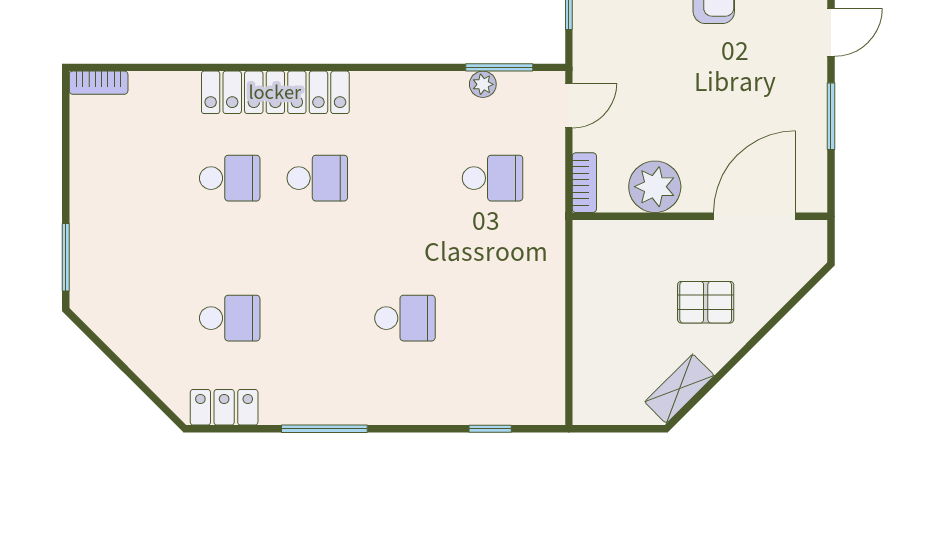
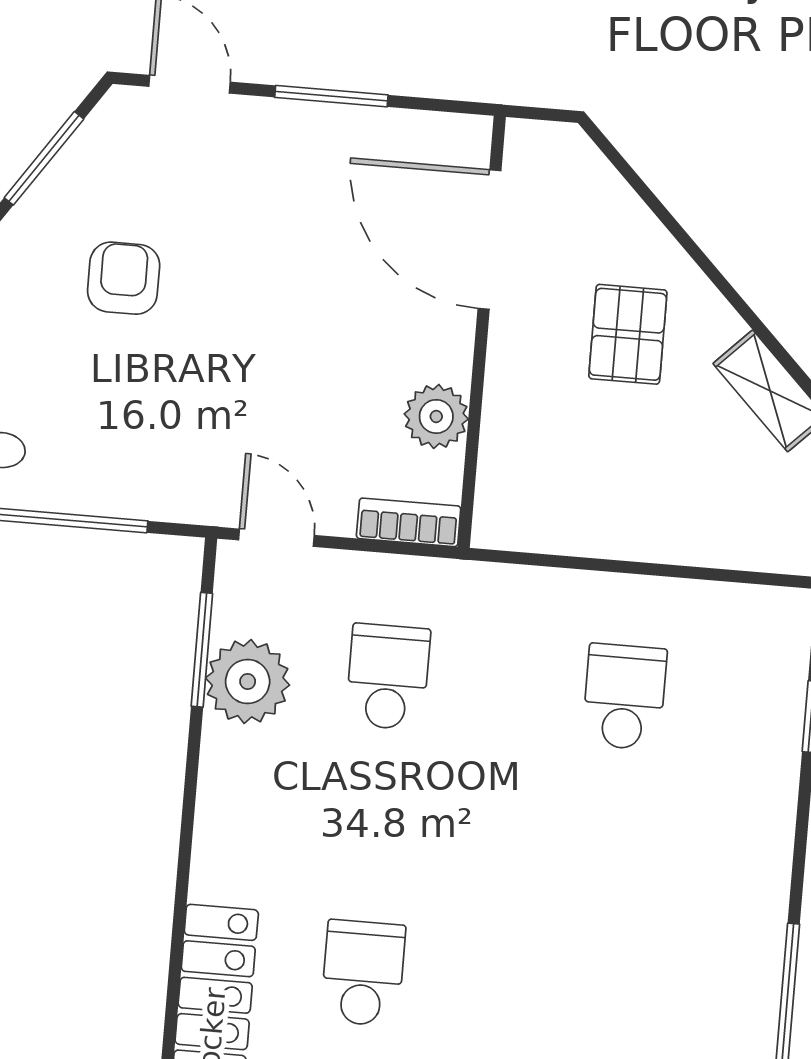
plant: (483, 84) -> (248, 681), width x1.88, depth x1.88
plant: (655, 187) -> (436, 416), width x0.73, depth x0.73
school desk: (405, 318) -> (624, 697), moved

